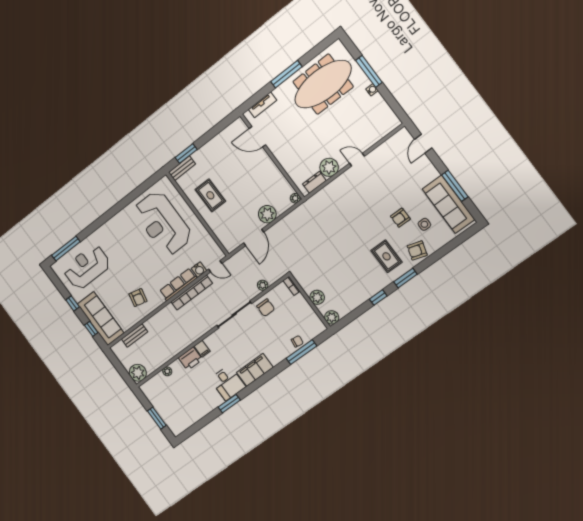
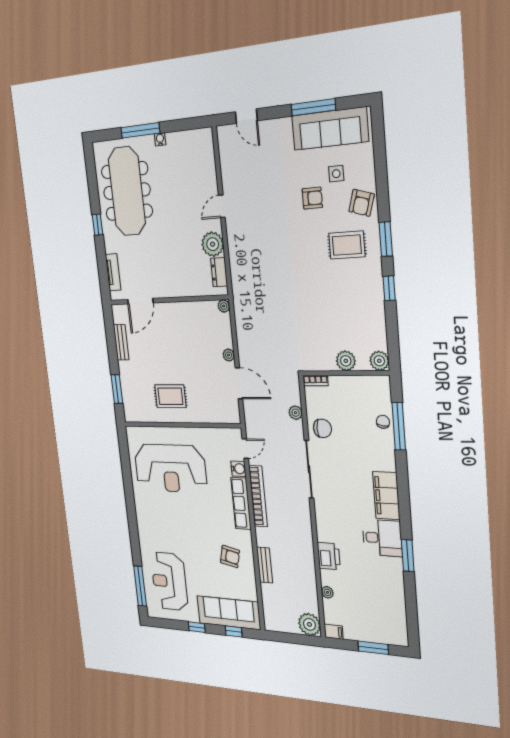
window: (286, 74) -> (97, 225), width x0.46
bench: (182, 168) -> (121, 342), moved
plant: (267, 214) -> (229, 355), width x0.53, depth x0.53
armchair: (400, 218) -> (312, 198), turned -90
bench: (135, 335) -> (265, 565), moved
filing cabinet: (202, 349) -> (334, 632), moved

